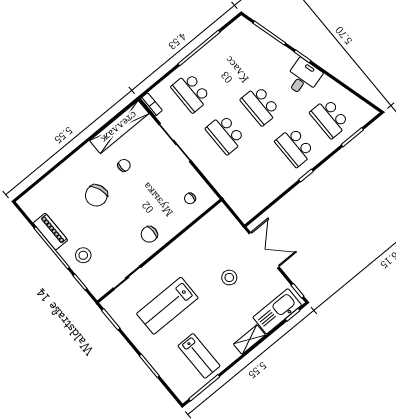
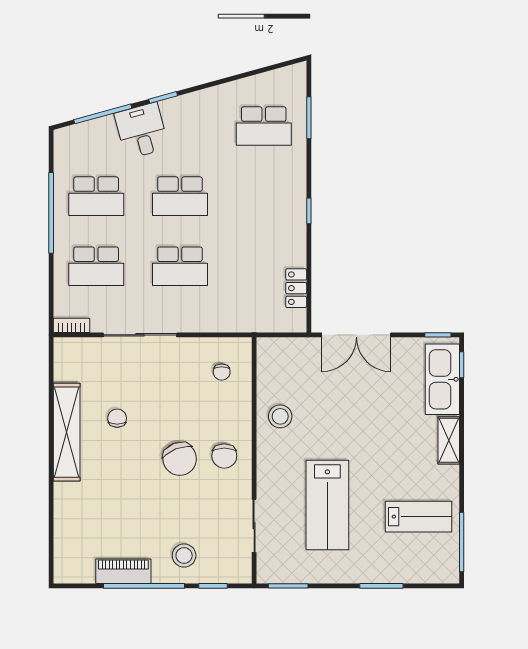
desk: (303, 77) -> (142, 131), moved
shelving: (119, 127) -> (67, 432), moved
school desk: (295, 147) -> (96, 196), moved
chair: (96, 195) -> (180, 459), moved
locker: (262, 201) -> (296, 288), added
double door: (264, 250) -> (356, 335), swing flipped
stool: (229, 278) -> (280, 416), moved

